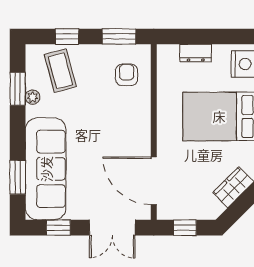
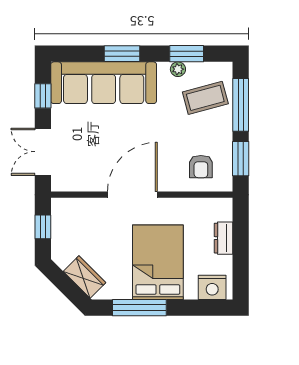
window: (67, 36) -> (241, 105), width x2.17
armchair: (127, 75) -> (201, 167), turned 90
window: (18, 177) -> (122, 54), moved
door: (154, 181) -> (132, 195), moved

